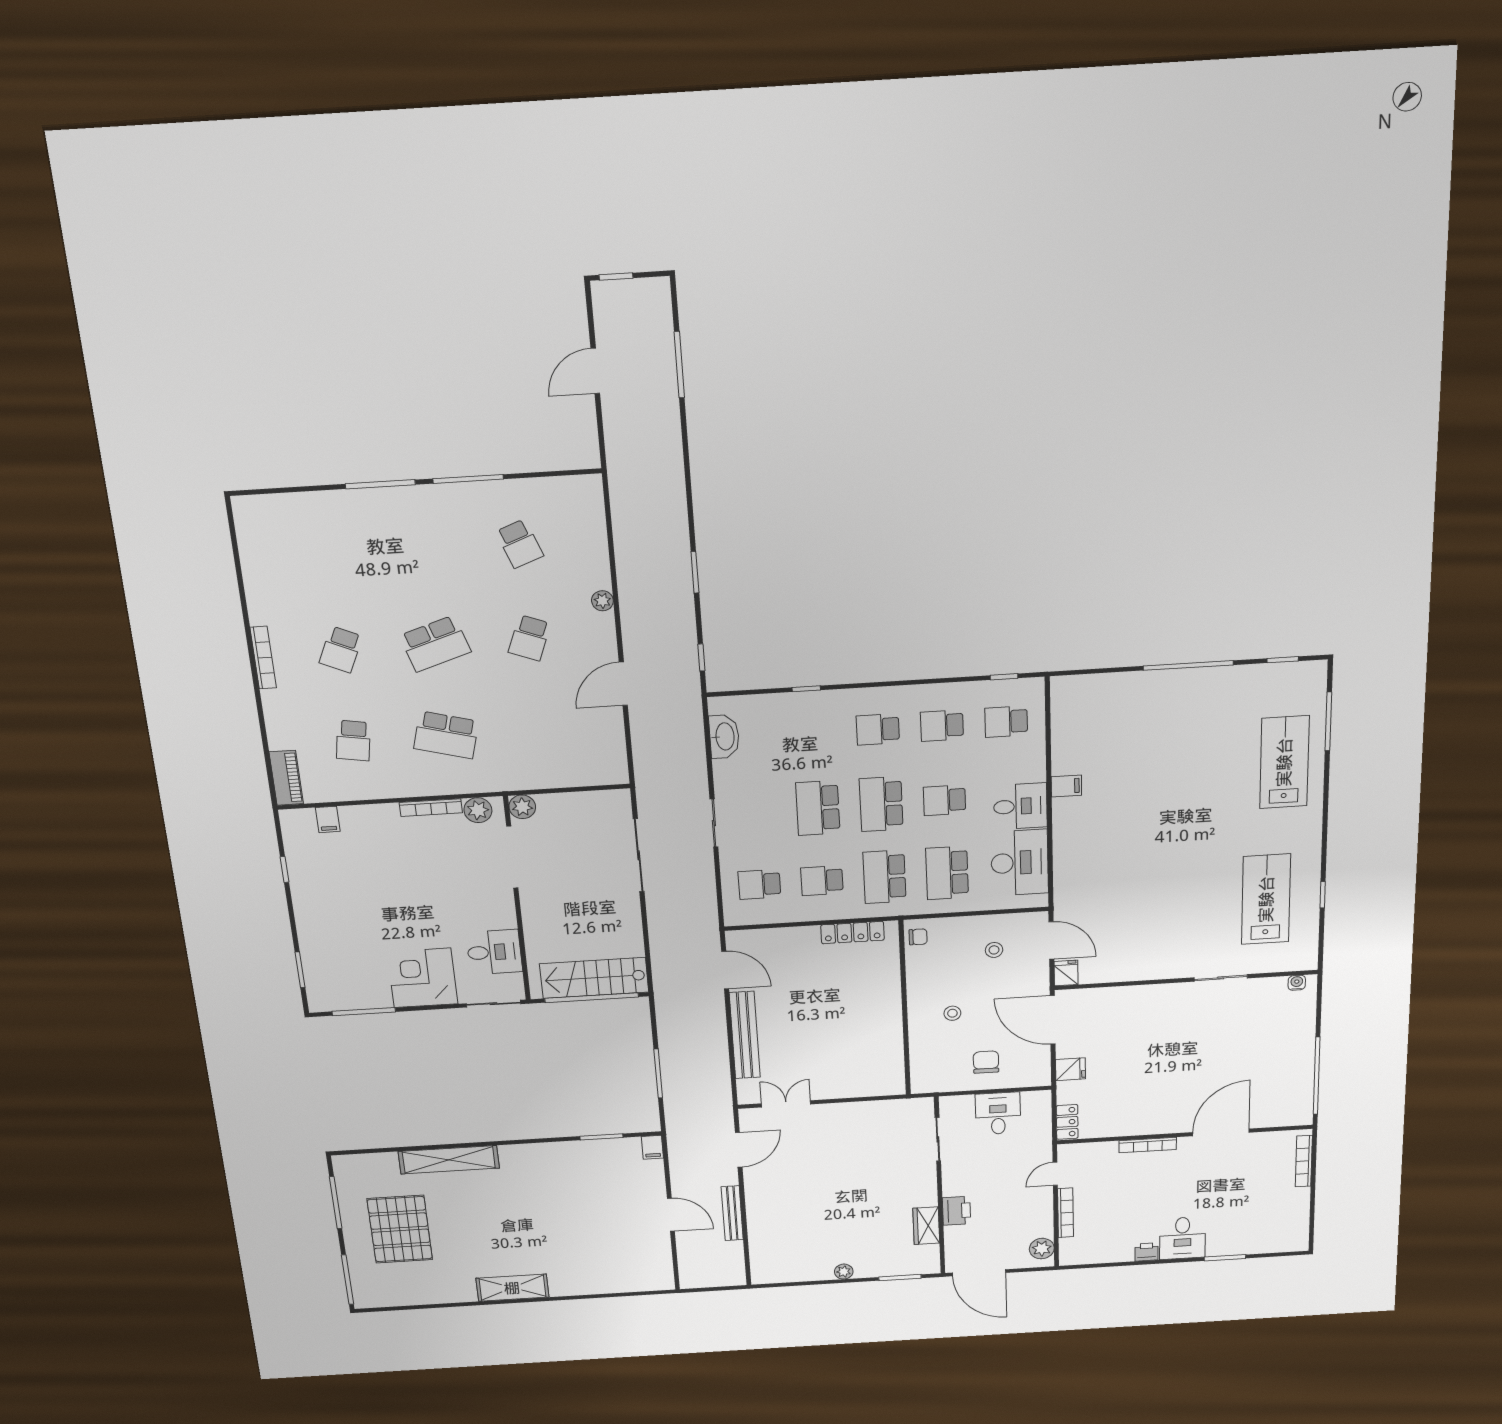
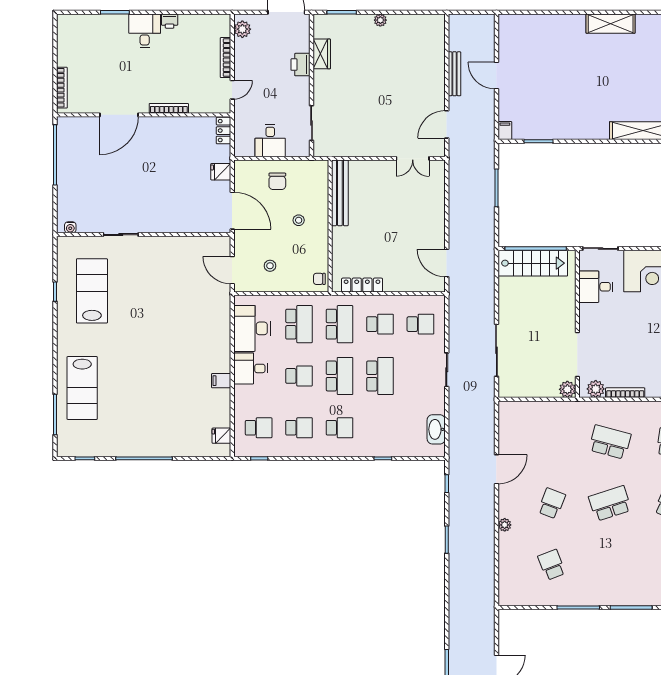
lab bench: (1266, 899) -> (92, 291), turned 180
fridge: (1066, 973) -> (221, 436), moved, turned 90
bench: (745, 1035) -> (340, 193), moved

